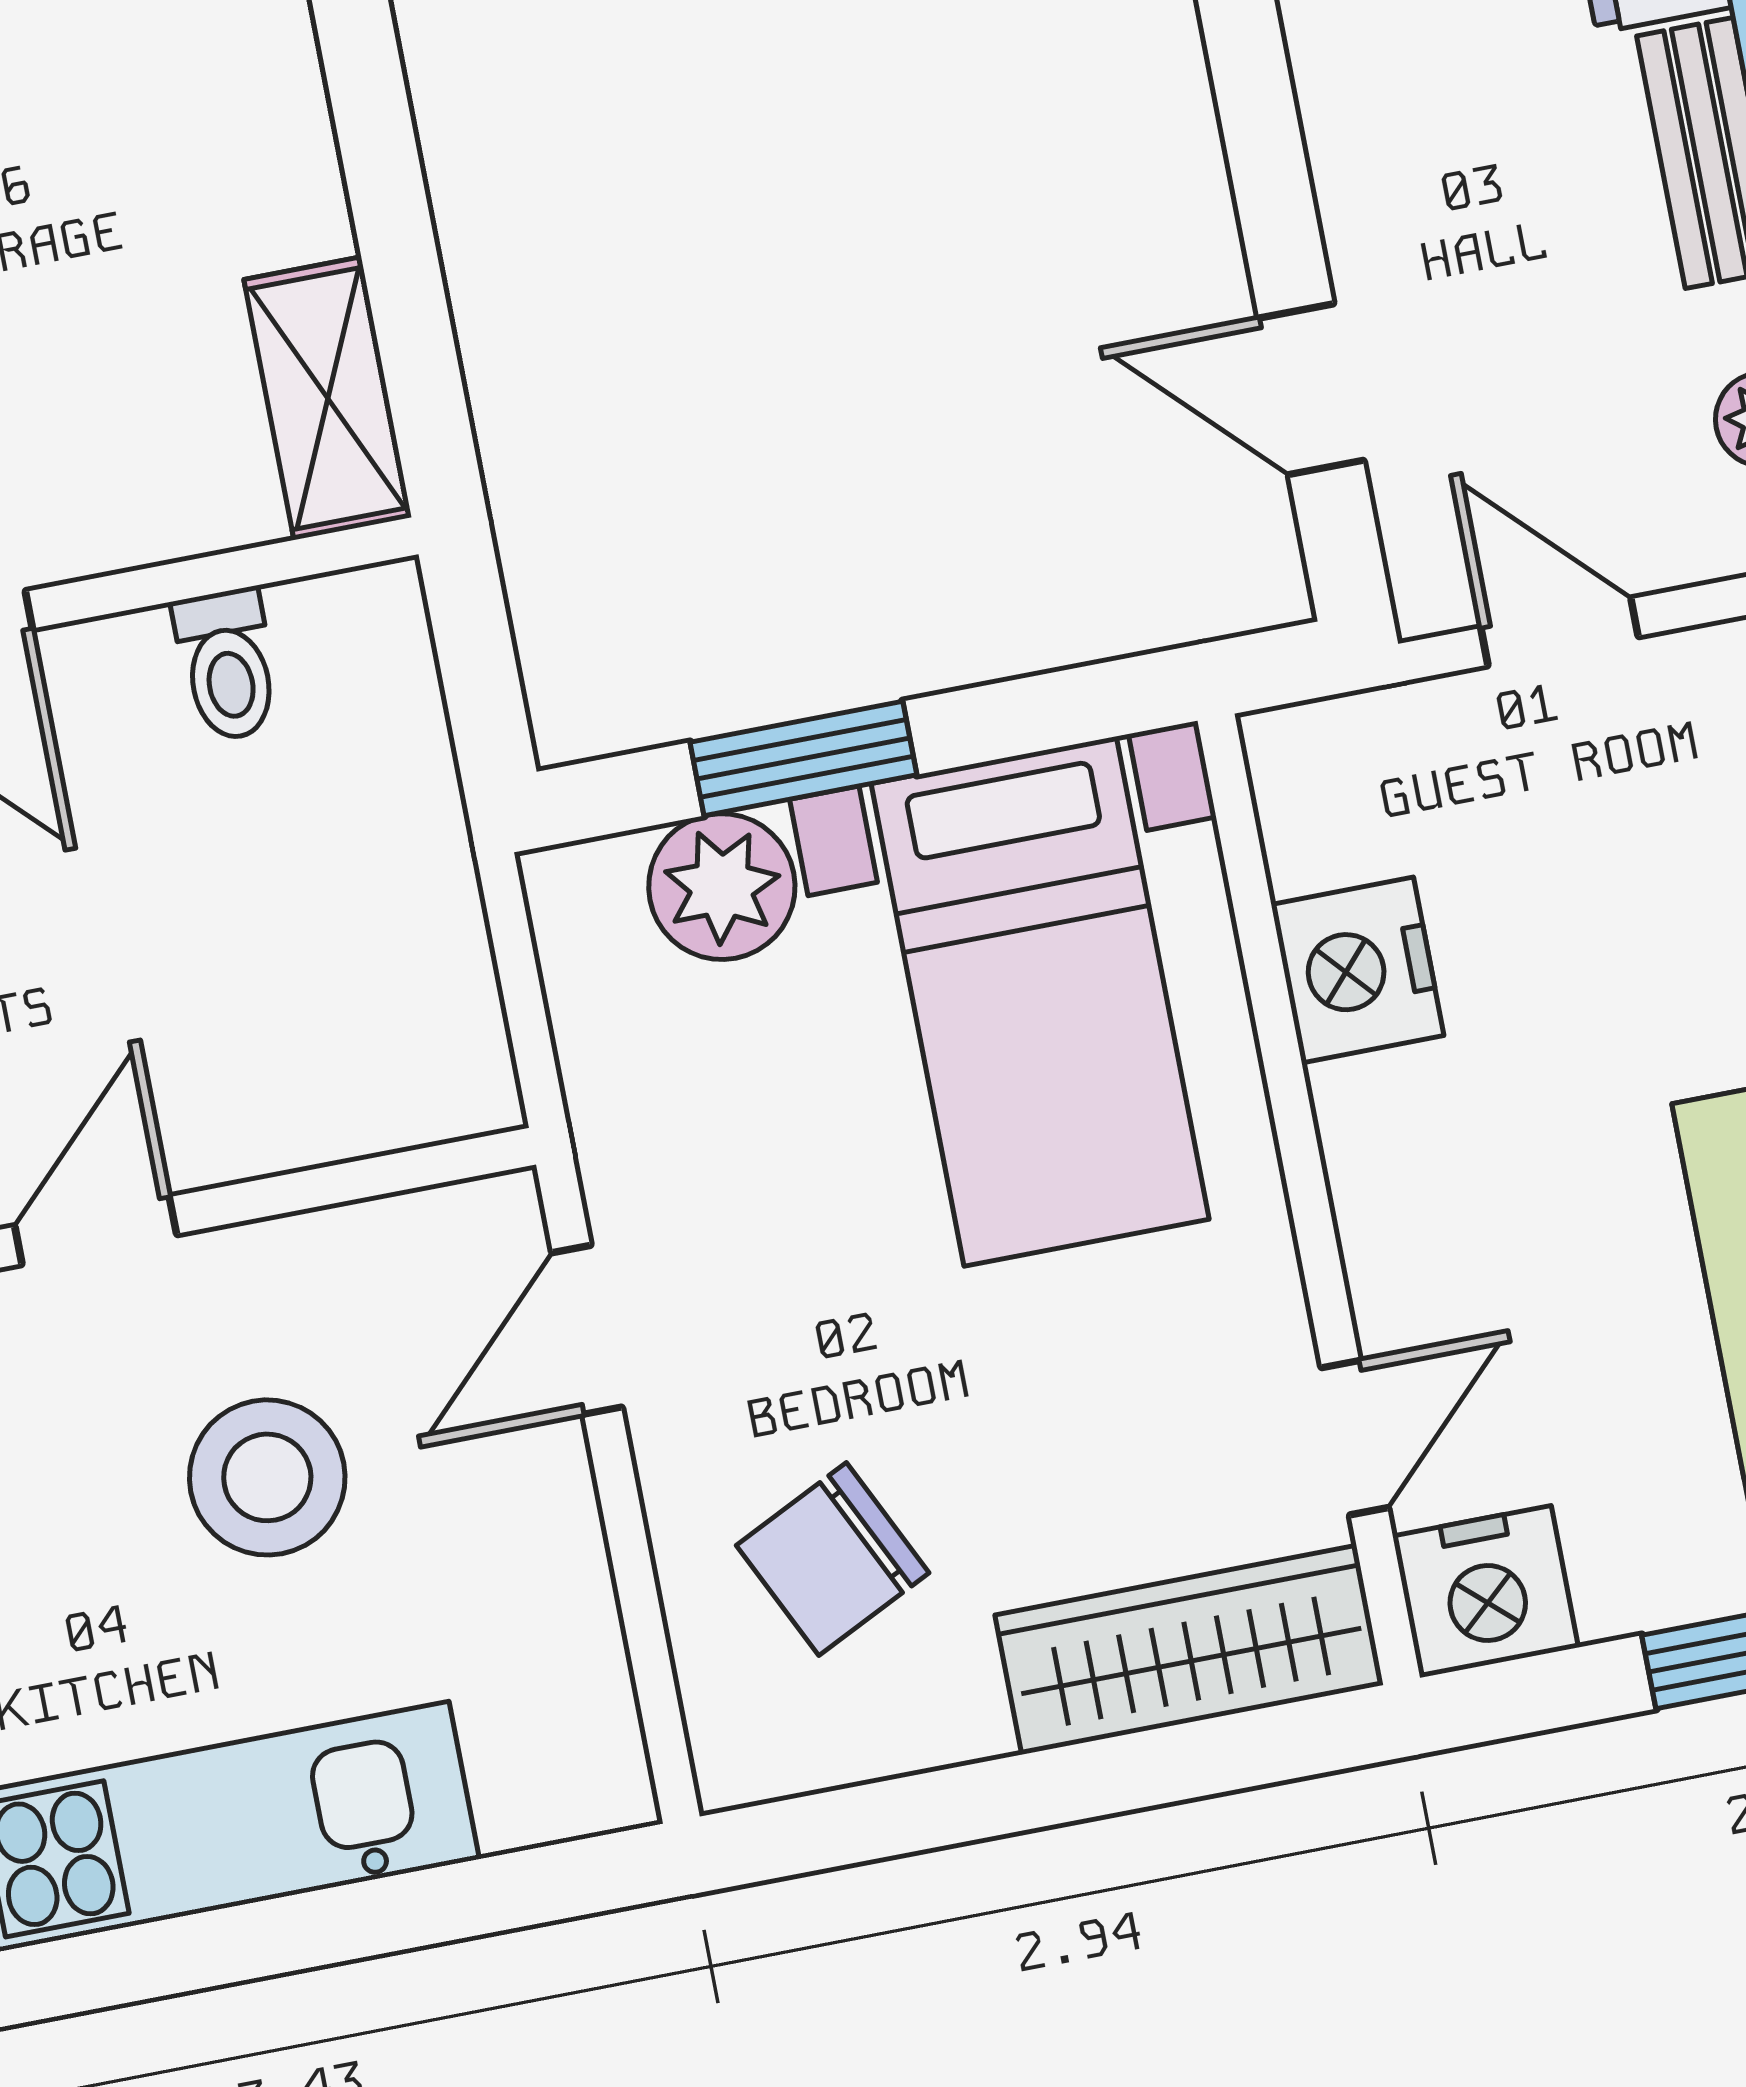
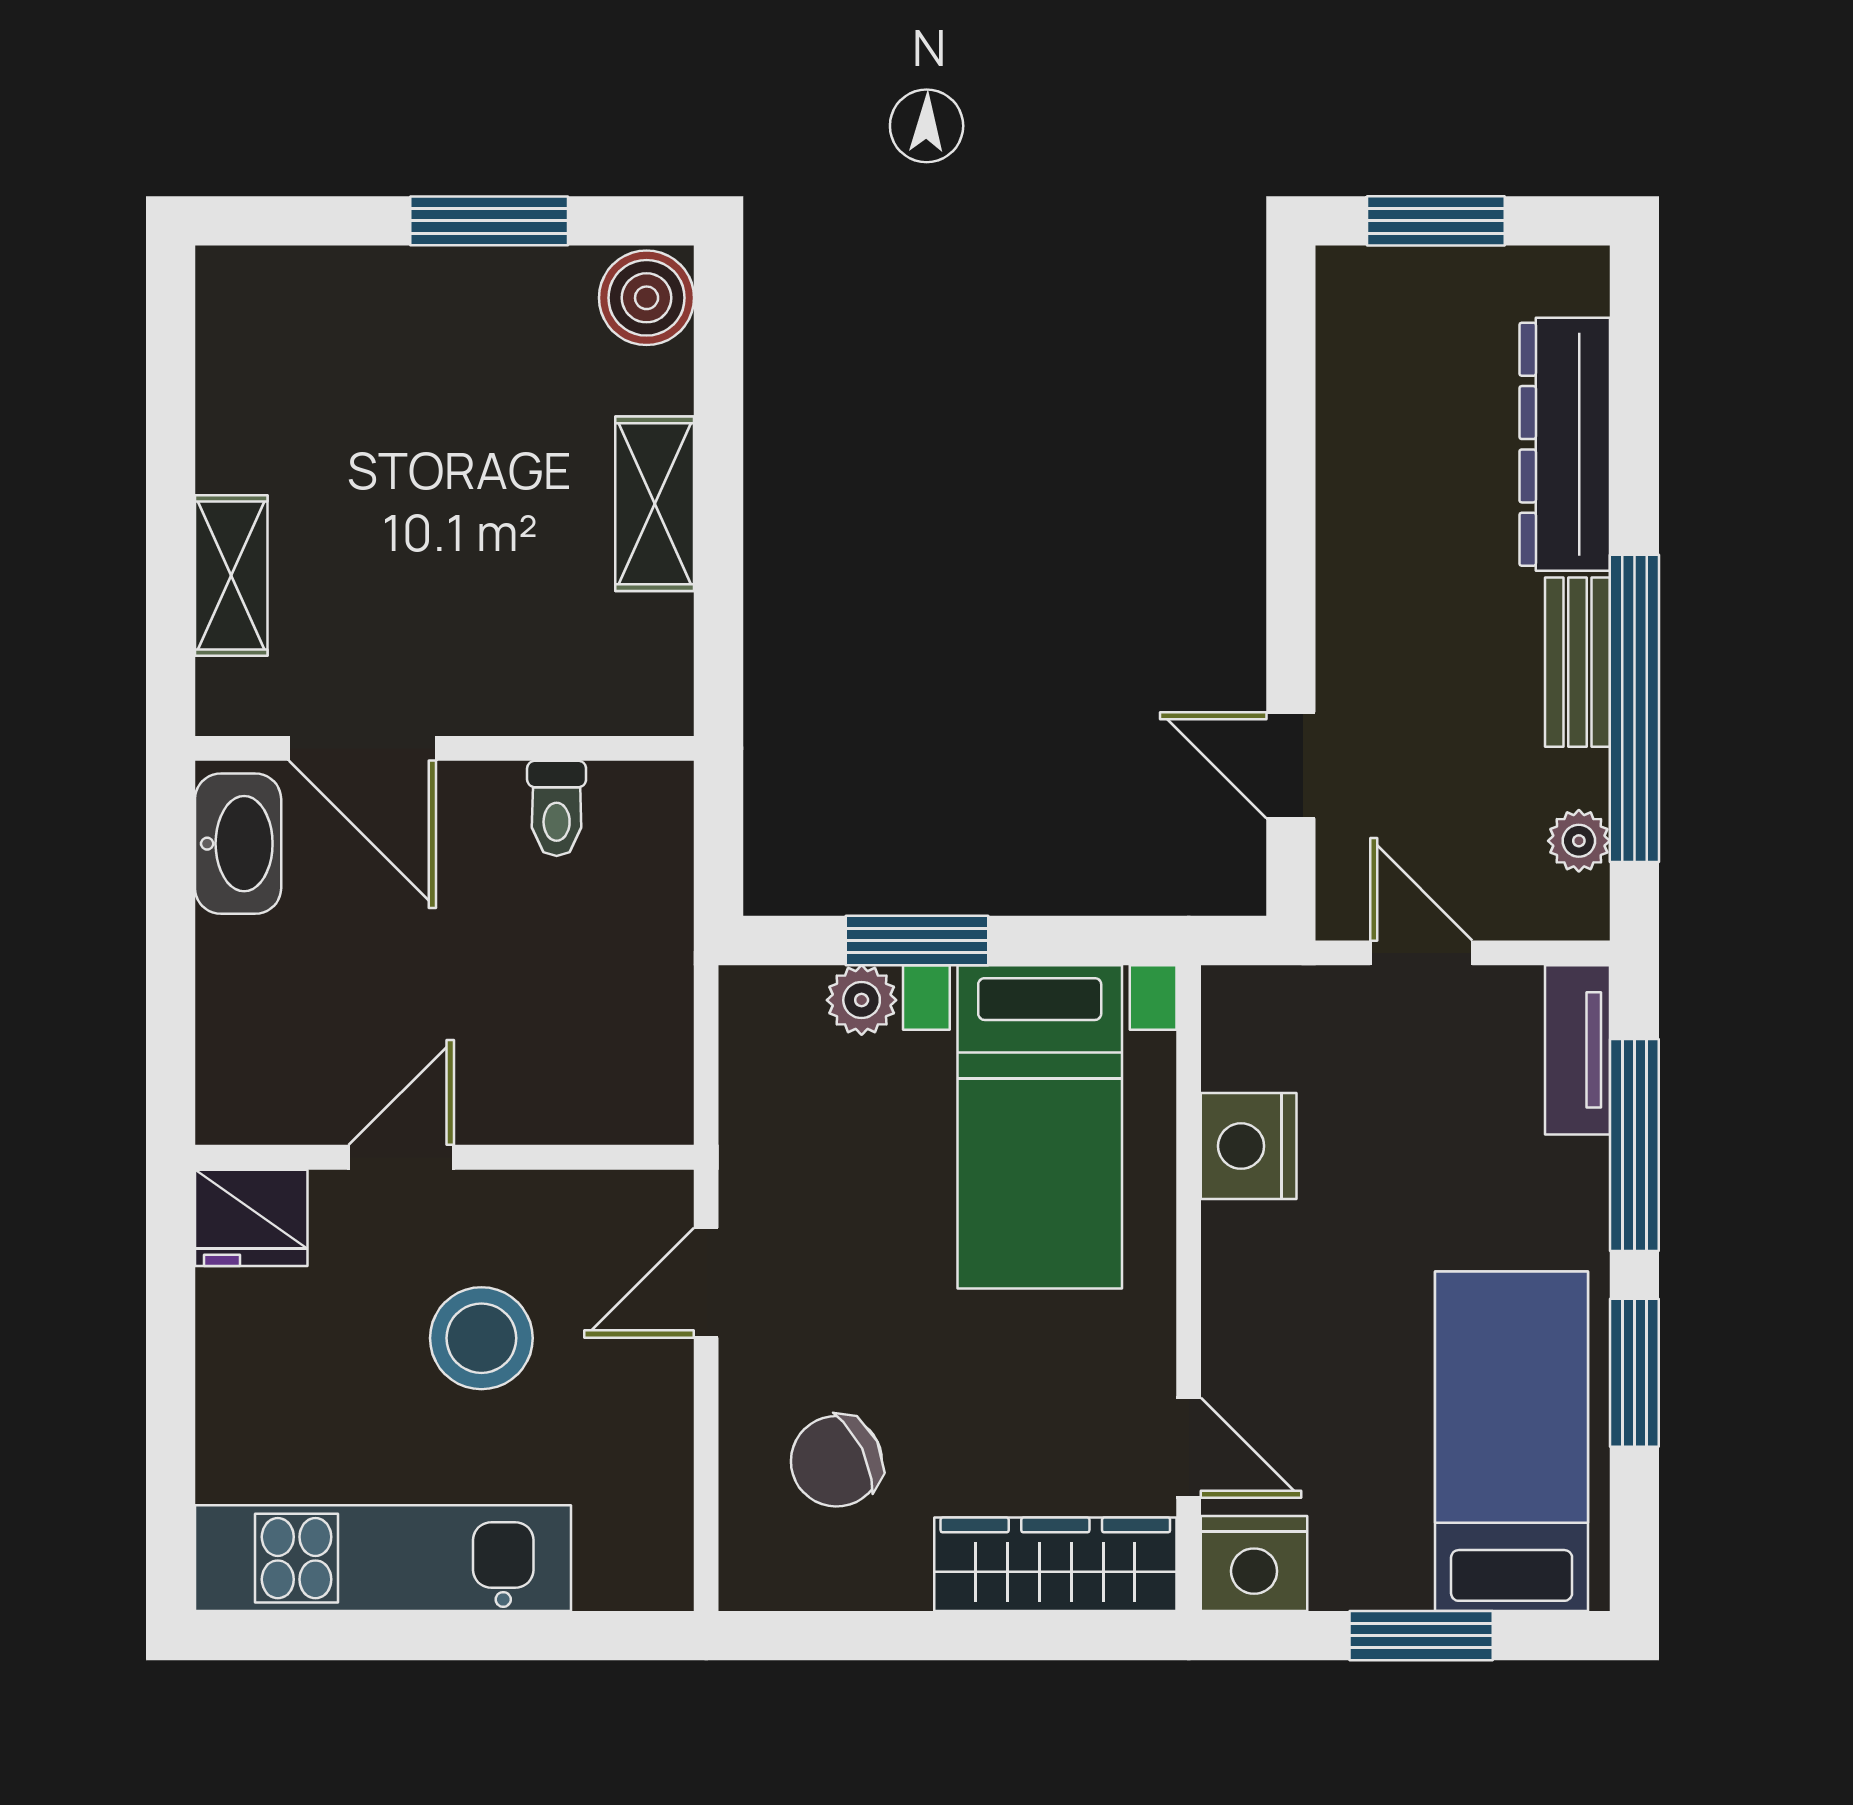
shelving: (328, 398) -> (655, 504), moved
plant: (722, 887) -> (862, 1000), width x0.73, depth x0.73
door: (1355, 1438) -> (1189, 1448), hinge flipped

